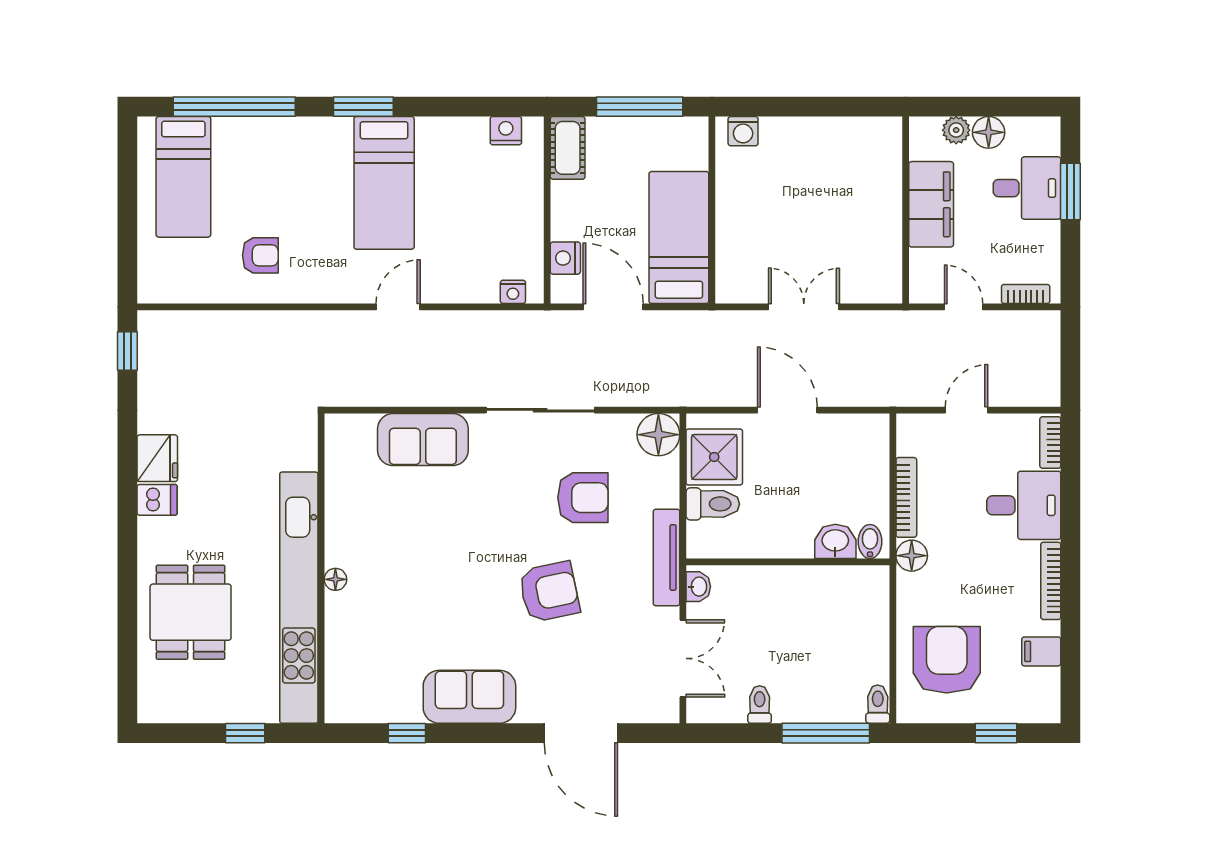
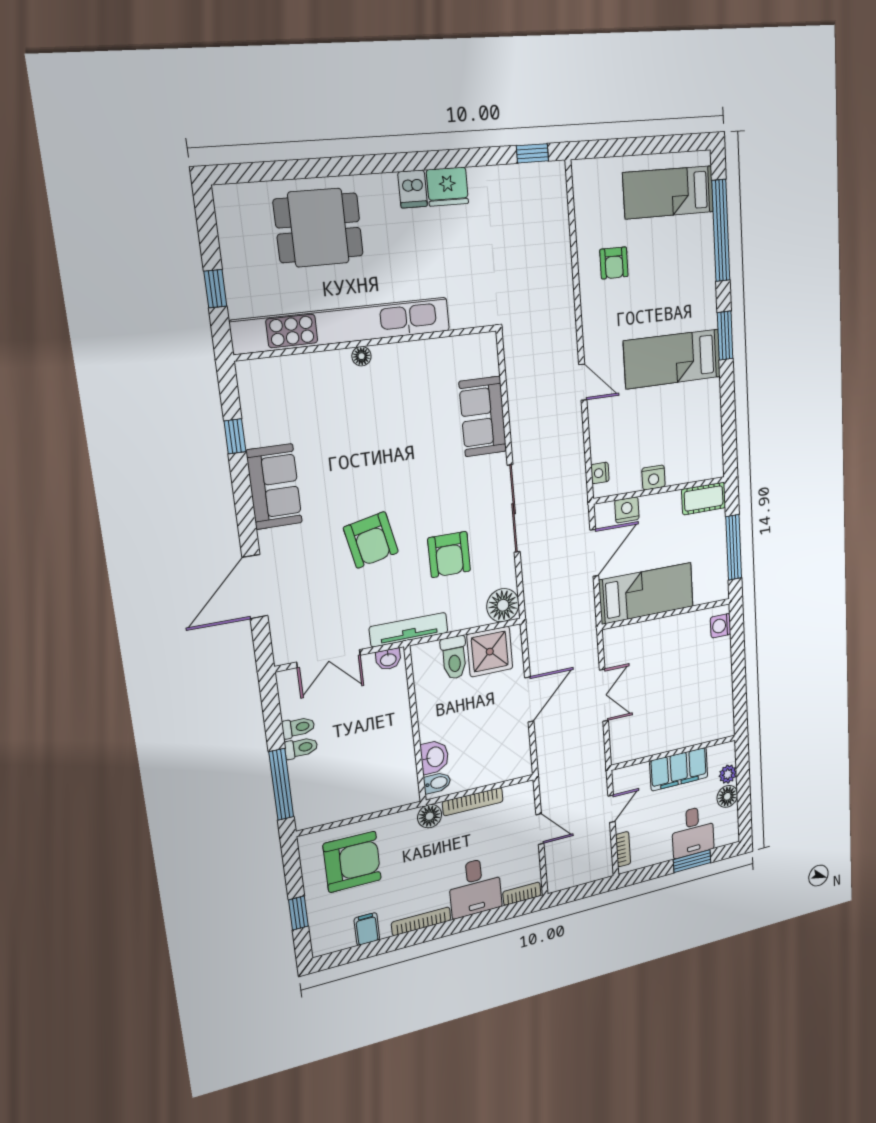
nightstand: (506, 131) -> (653, 478), moved, turned 90
toilet: (878, 704) -> (301, 748), moved

